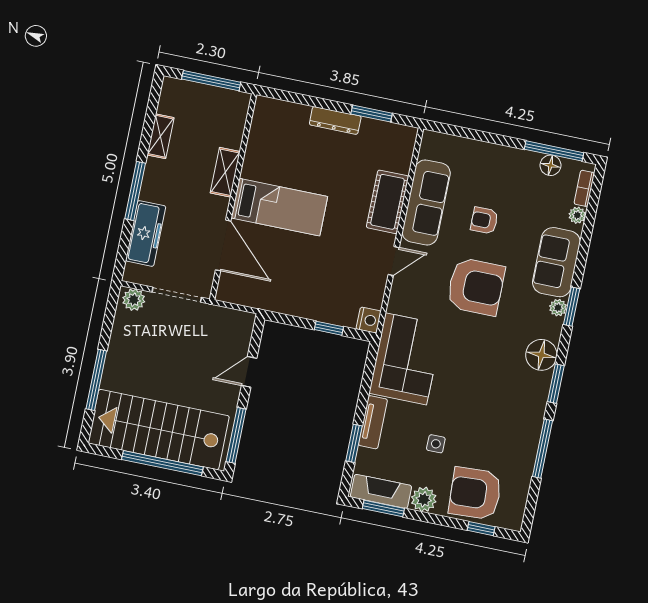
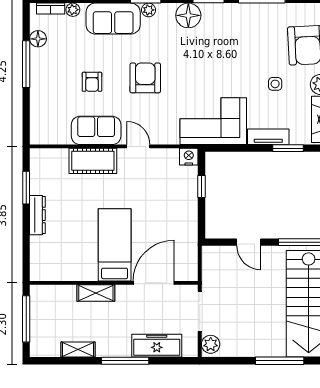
window: (554, 151) -> (26, 64), moved
sofa: (426, 202) -> (96, 130), width x0.73
armchair: (476, 287) -> (145, 78), width x0.73, depth x0.73

